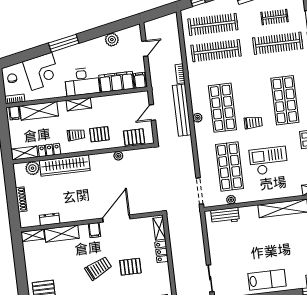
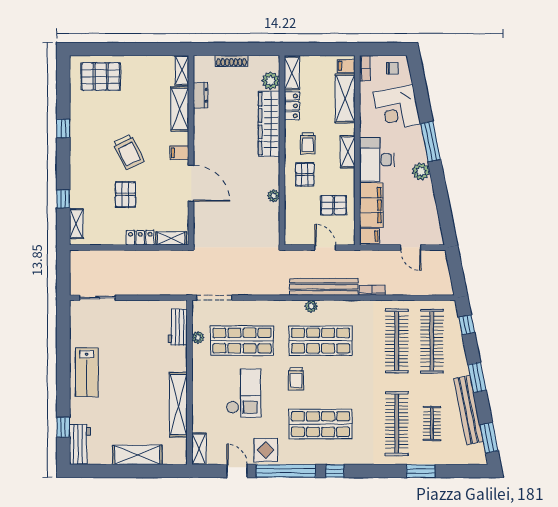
plant: (112, 40) -> (421, 172), moved
pallet: (134, 137) -> (334, 205), moved, turned 90

